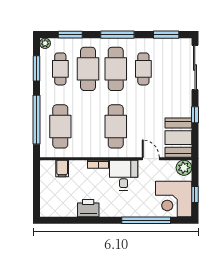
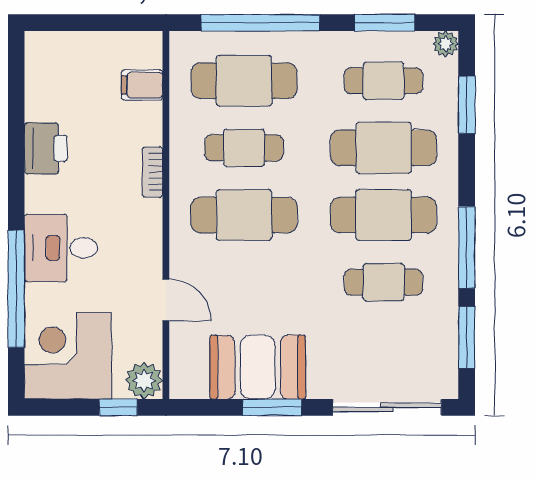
window: (117, 35) -> (467, 247), moved
window: (195, 115) -> (272, 407), width x1.50
cafe table: (88, 126) -> (244, 148), added
booth: (178, 138) -> (258, 367), moved
door: (151, 159) -> (166, 300), hinge flipped
desk: (124, 175) -> (61, 248), moved, turned 180
window: (195, 194) -> (118, 407), moved

